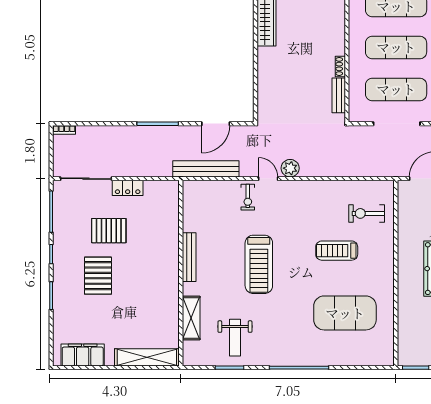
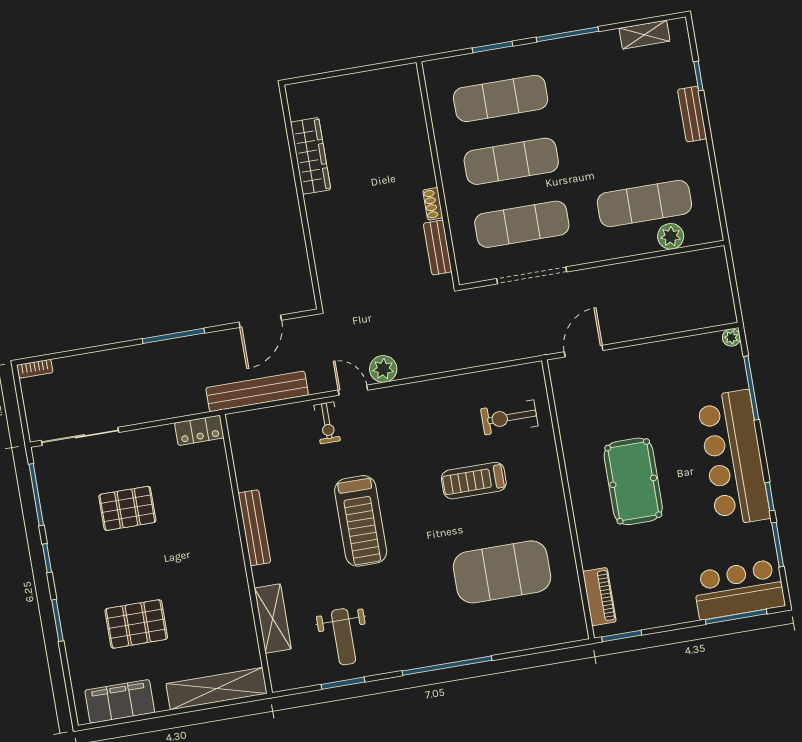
locker: (128, 188) -> (199, 430), moved
pallet: (98, 276) -> (136, 624), moved, turned 90
piano: (405, 340) -> (599, 597), added

